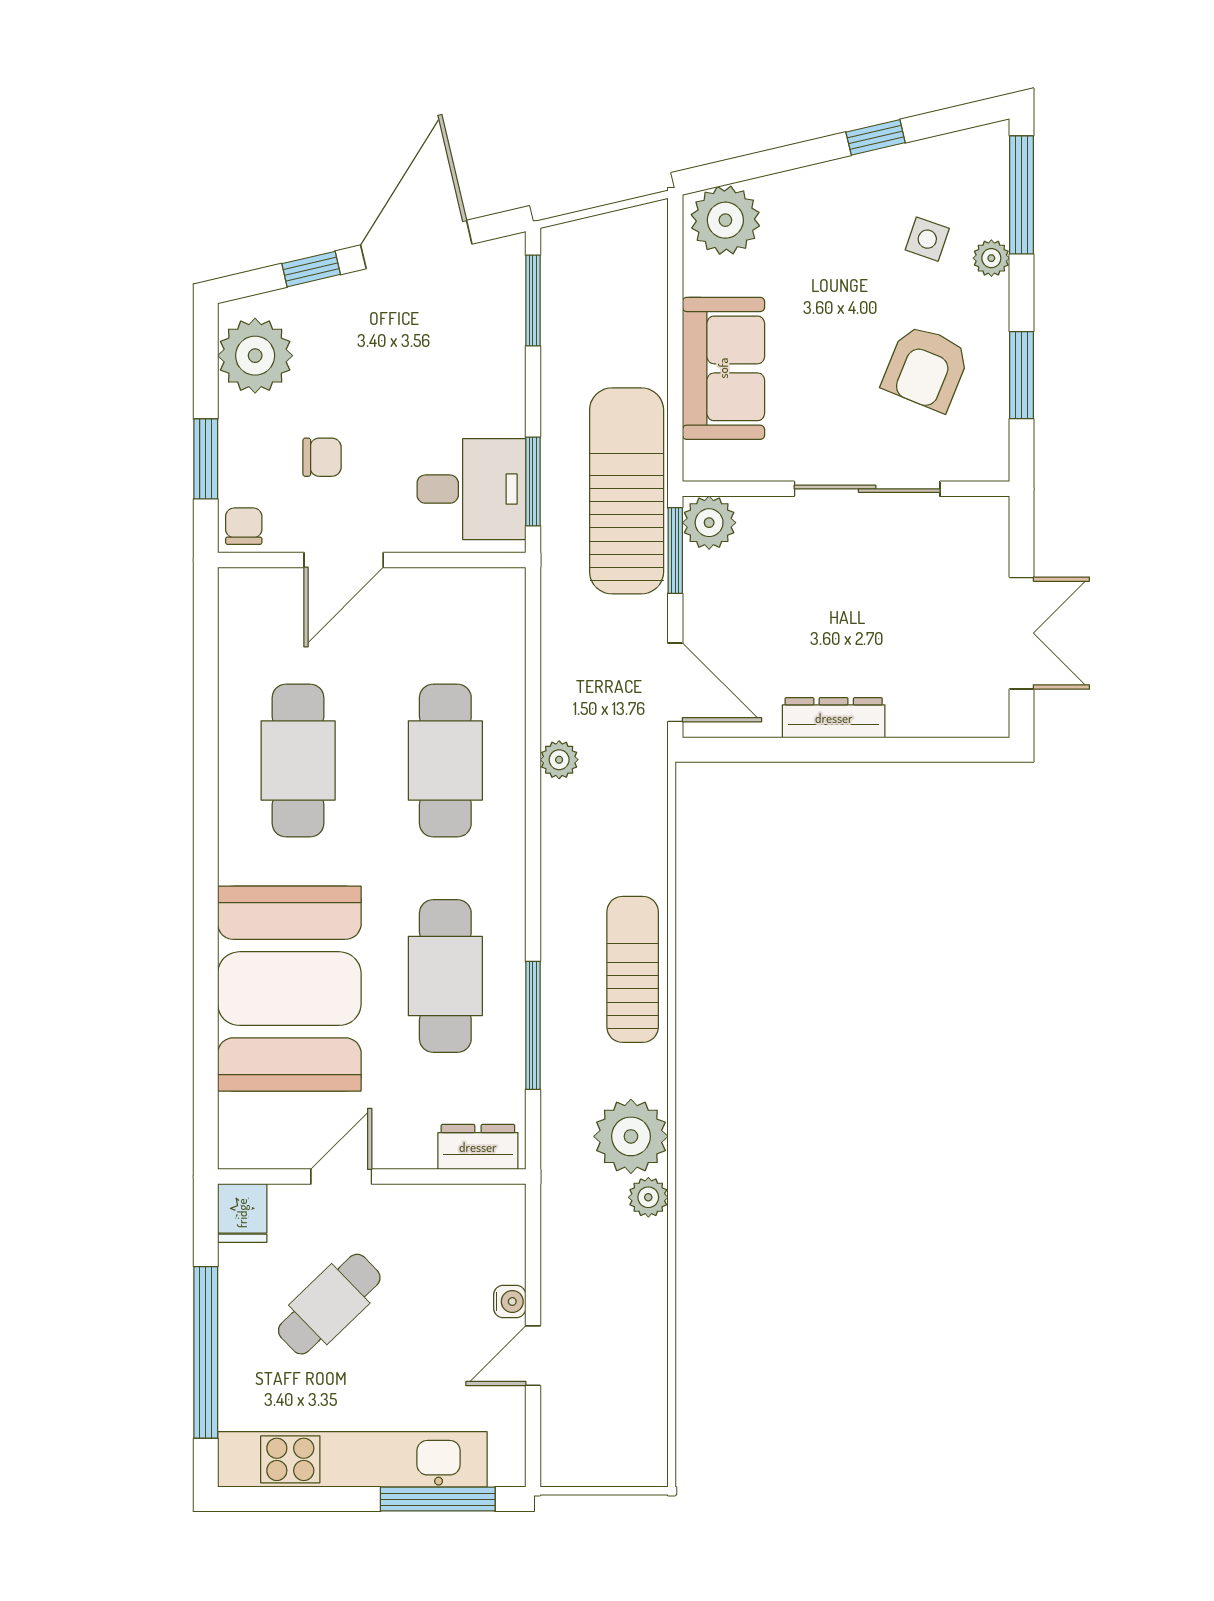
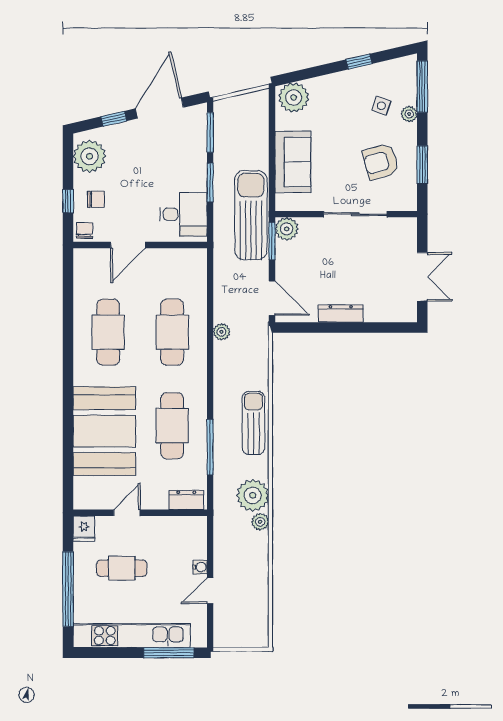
armchair: (926, 368) -> (381, 162), turned 52
chair: (322, 457) -> (96, 199), moved
window: (206, 459) -> (68, 201), width x0.67
window: (533, 481) -> (210, 183), moved
cafe table: (329, 1304) -> (122, 568), turned 44

